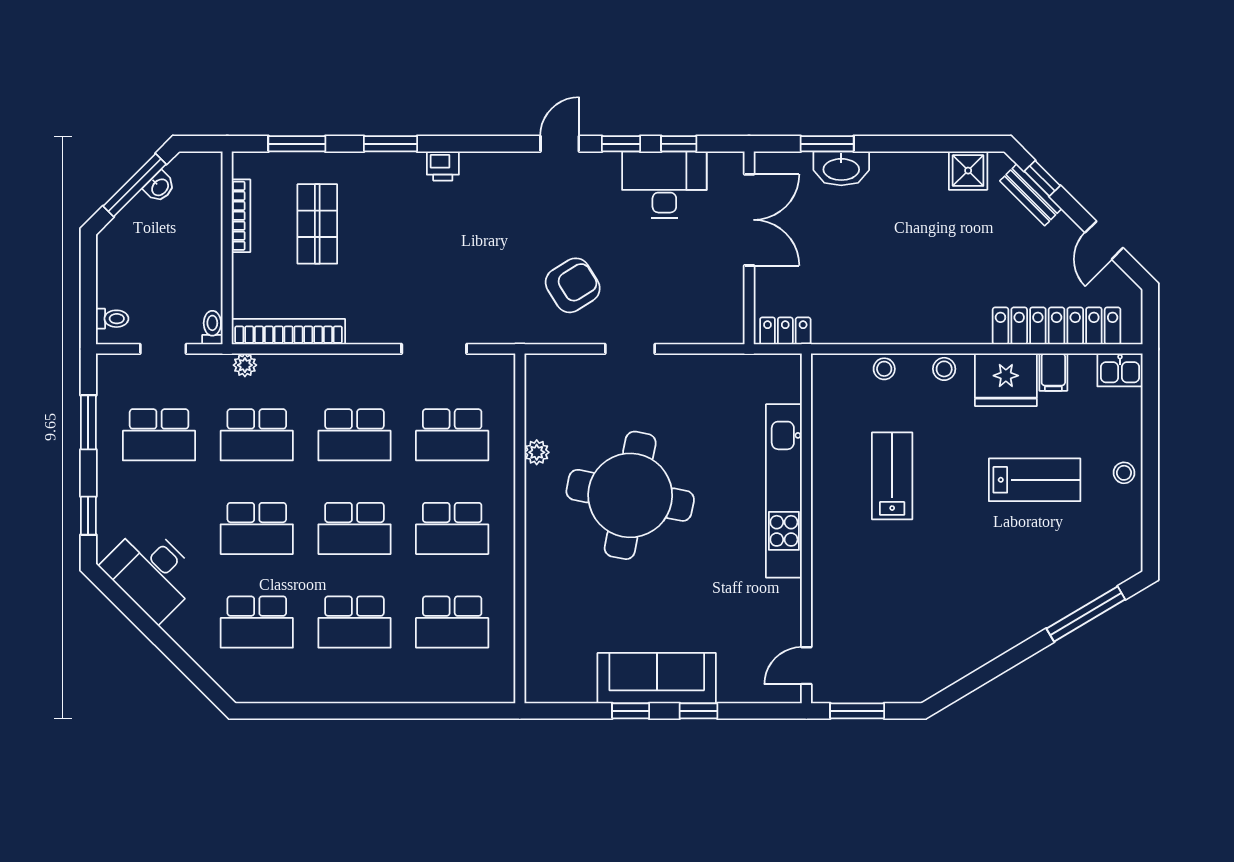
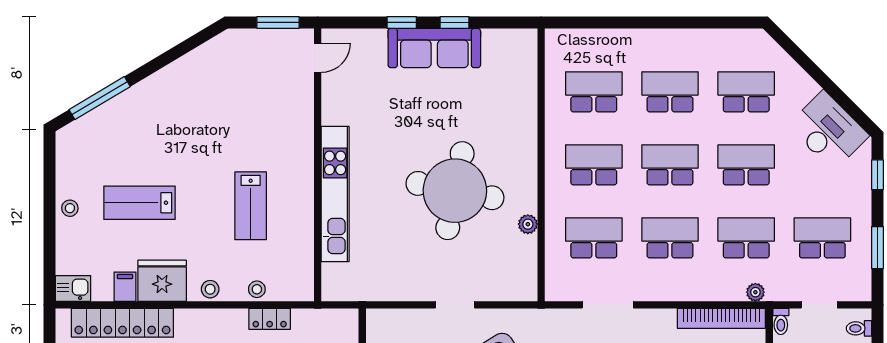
locker: (785, 331) -> (270, 319), moved

